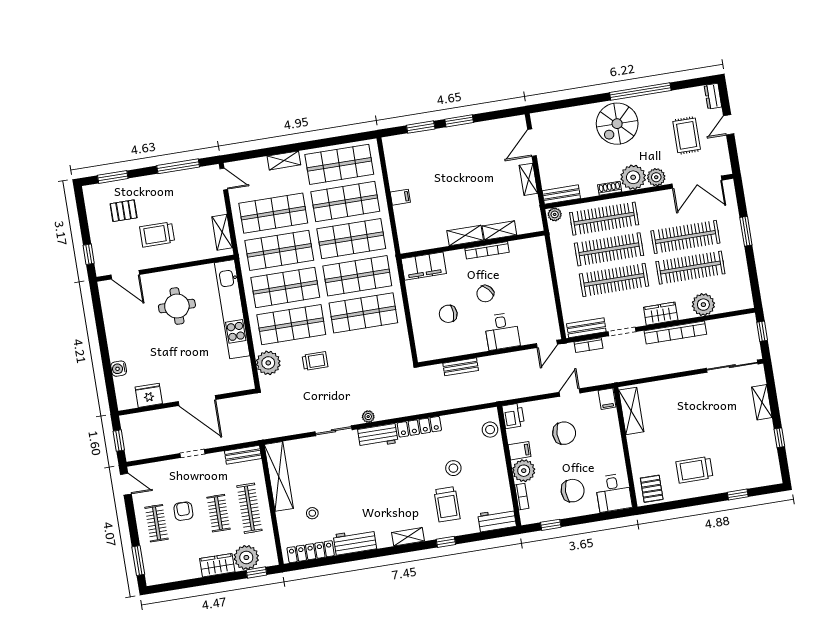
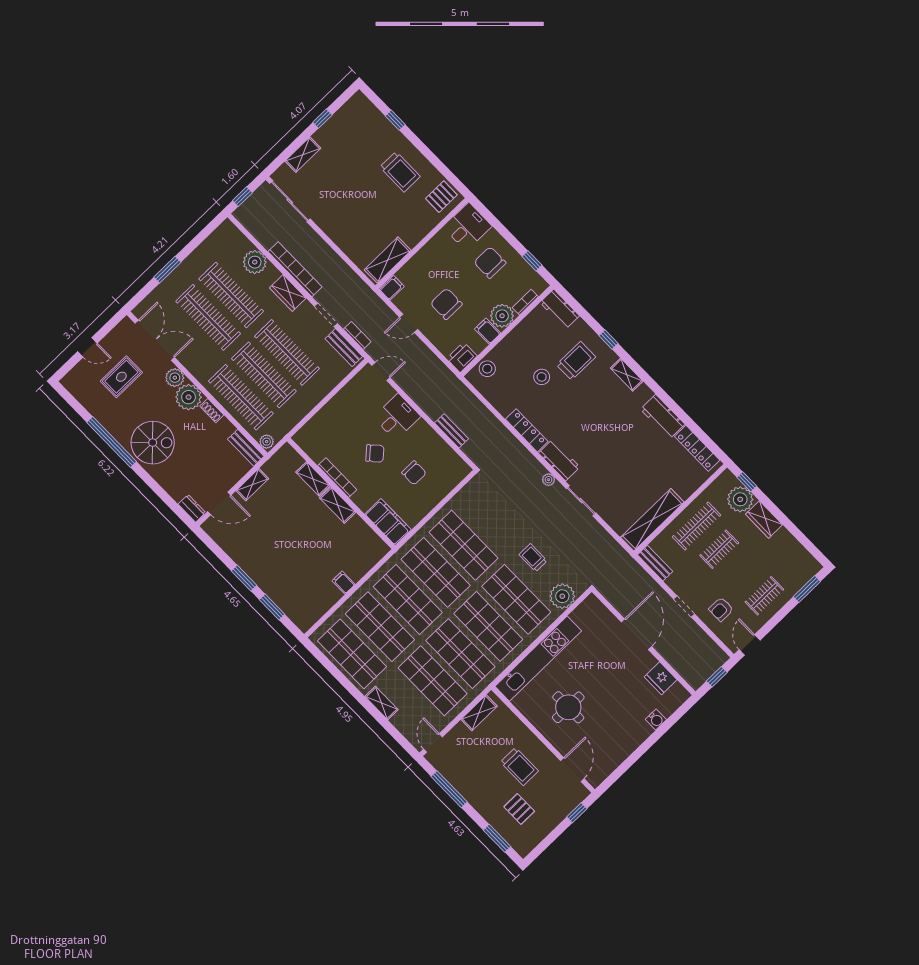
dresser: (713, 96) -> (192, 508), moved, turned -90
armchair: (183, 511) -> (721, 609), moved
stool: (312, 513) -> (664, 470), removed

